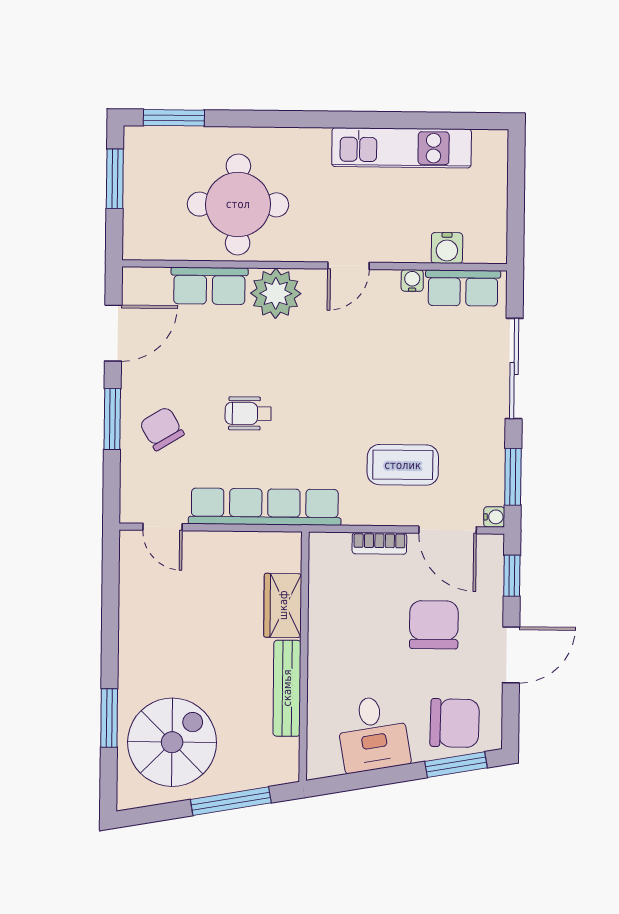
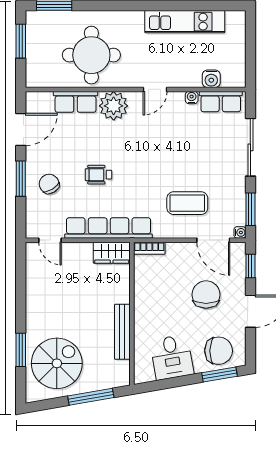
bookcase: (379, 543) -> (149, 248), moved
wardrobe: (283, 605) -> (112, 253), moved, turned -90

